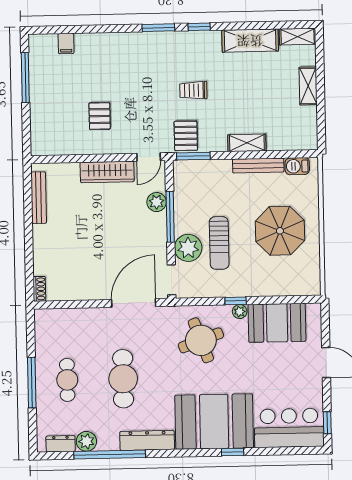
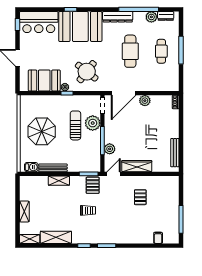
plant: (95, 290) -> (145, 101), added
round table: (201, 340) -> (87, 72), turned -32

